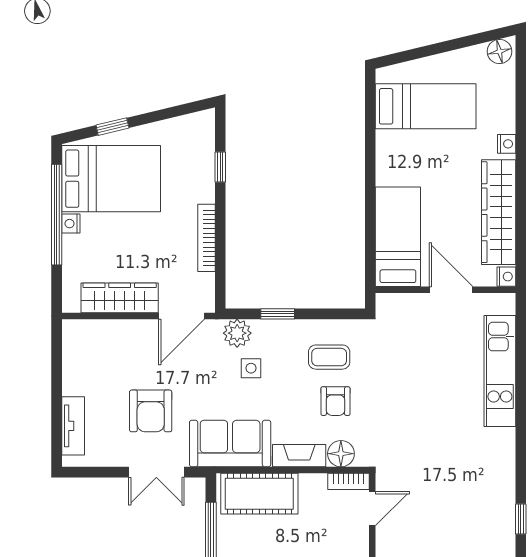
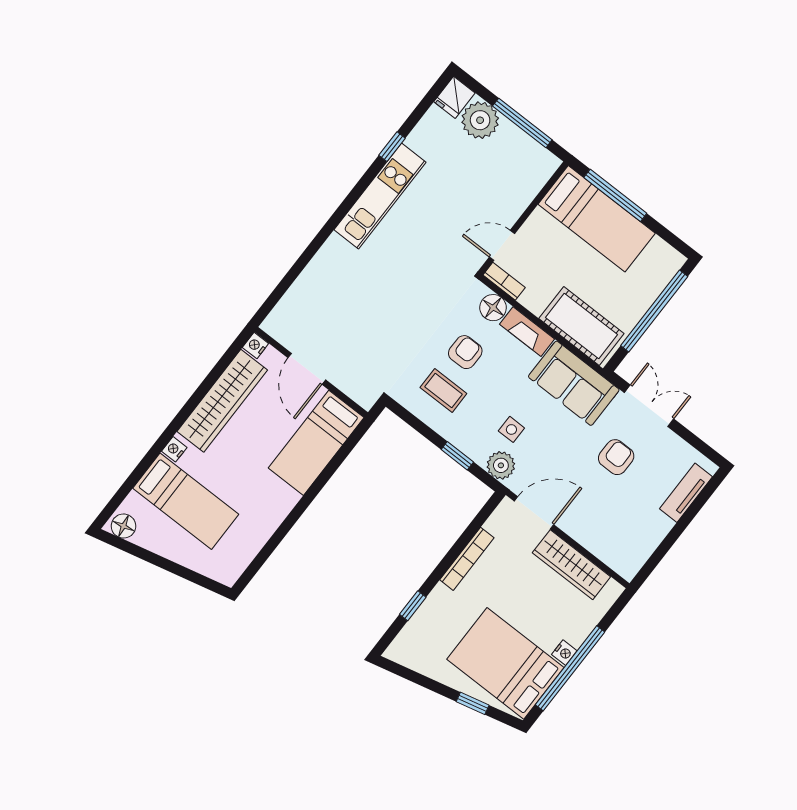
bed: (426, 106) -> (186, 501), moved, turned 180
kitchen unit: (500, 371) -> (380, 196), moved
armchair: (151, 411) -> (616, 457), width x0.72, depth x0.72

